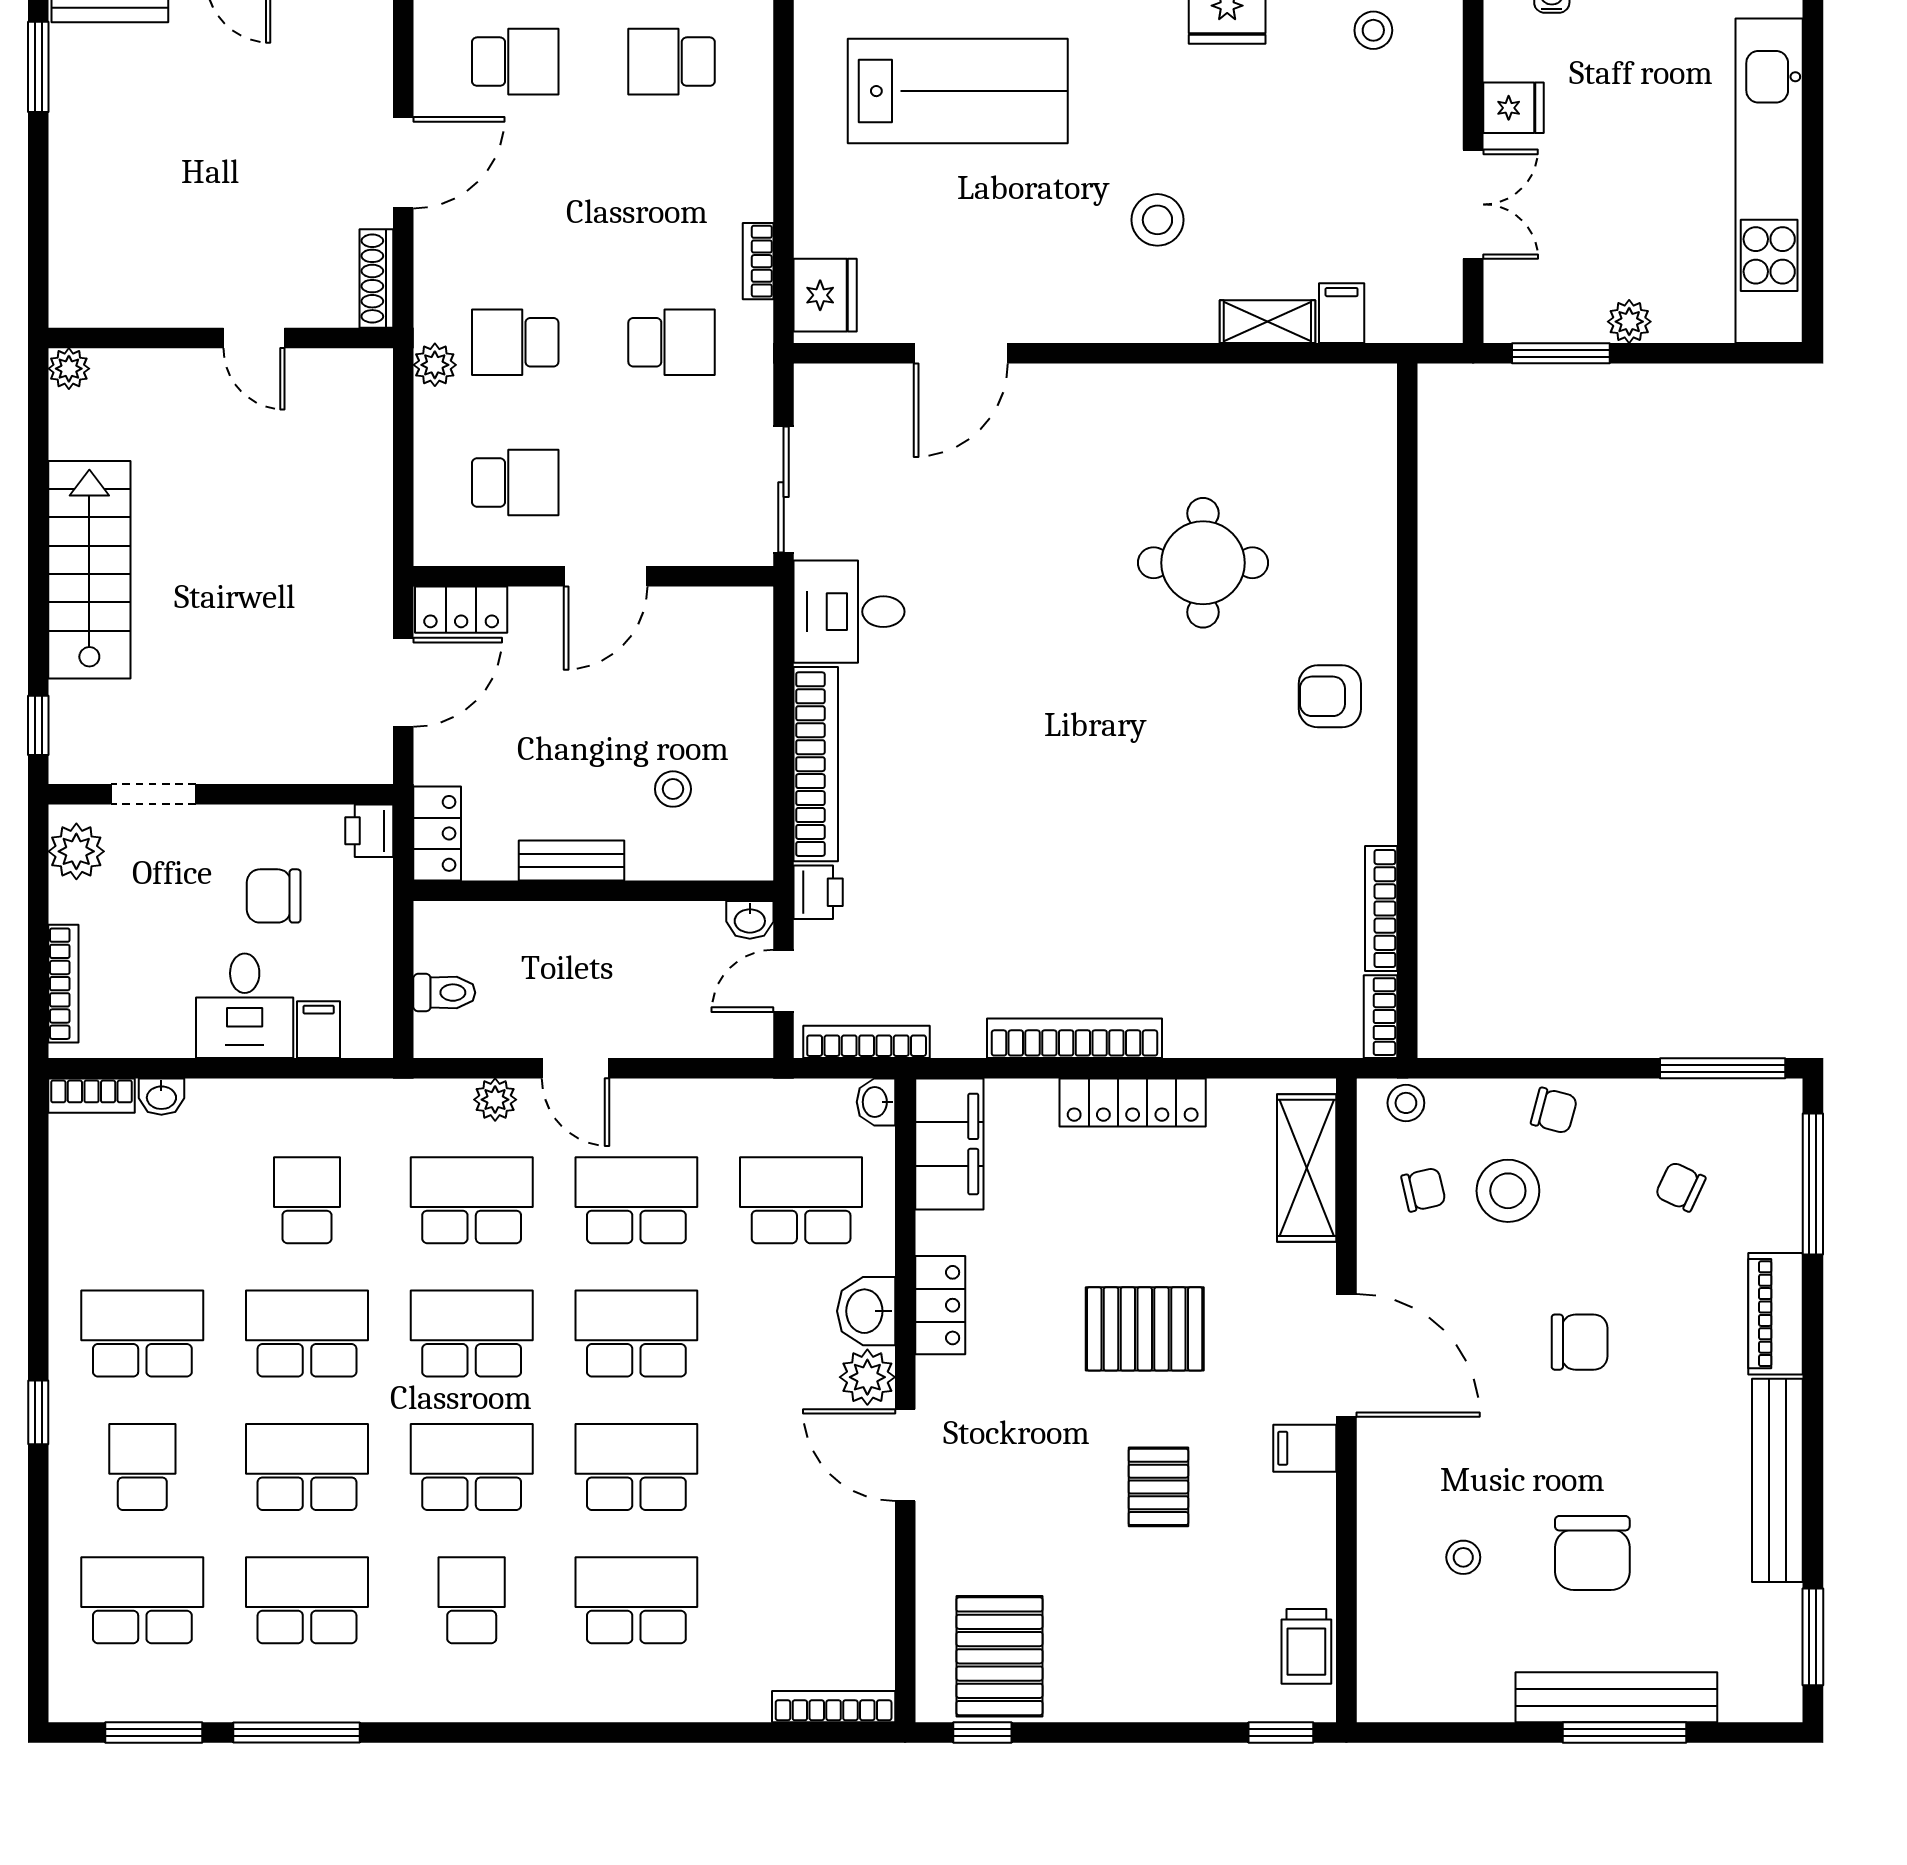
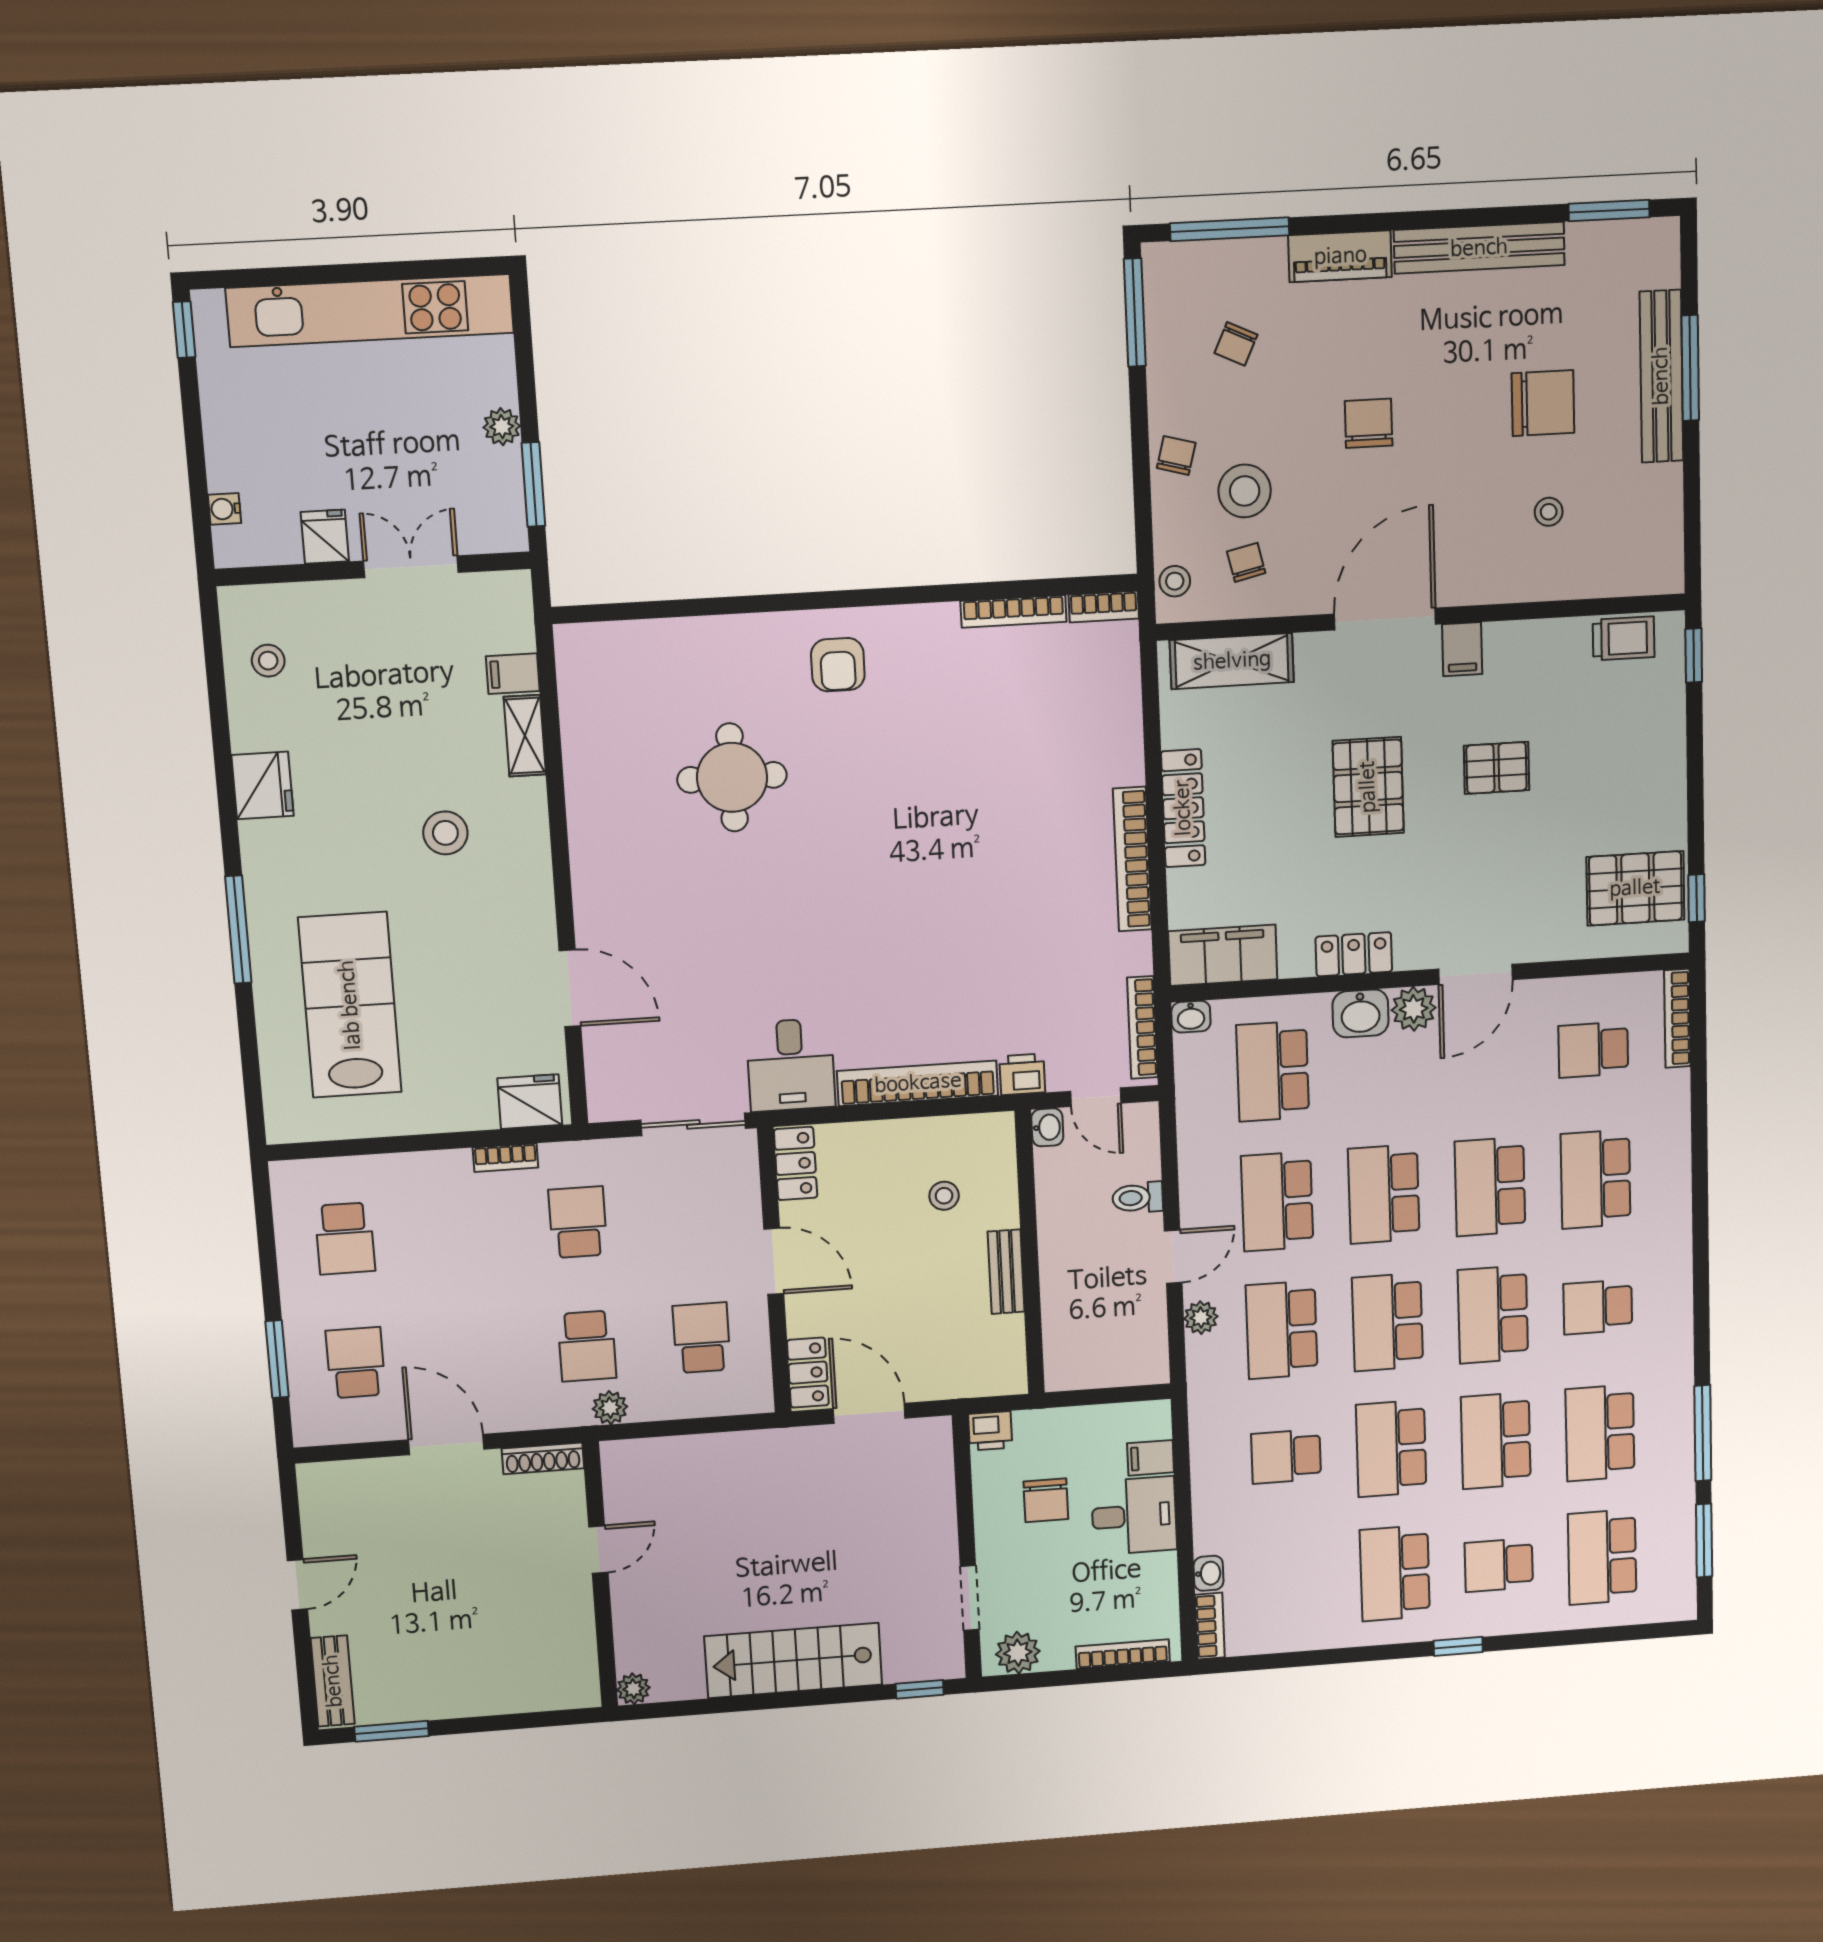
locker: (437, 833) -> (796, 1163), moved, turned 90
toilet: (444, 993) -> (1138, 1198), moved, turned -90
school desk: (801, 1600) -> (1593, 1050), added

